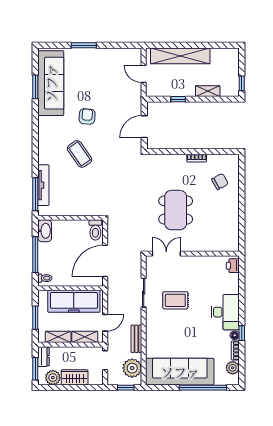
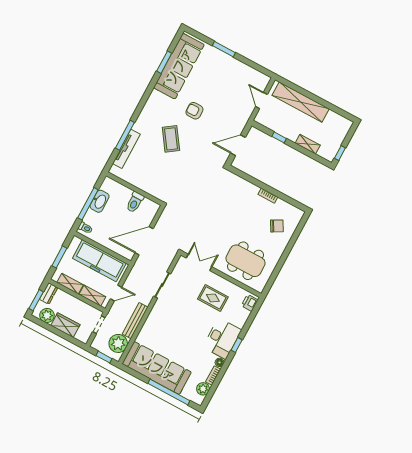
armchair: (87, 116) -> (194, 111), turned -94
window: (35, 194) -> (125, 135), moved
dining table: (176, 210) -> (246, 261), moved, turned 90
toilet: (95, 230) -> (135, 202), moved
washbasin: (45, 231) -> (100, 201), moved
rug: (175, 300) -> (213, 298), moved
window: (242, 333) -> (237, 345), moved
bench: (136, 339) -> (135, 321), width x1.36

